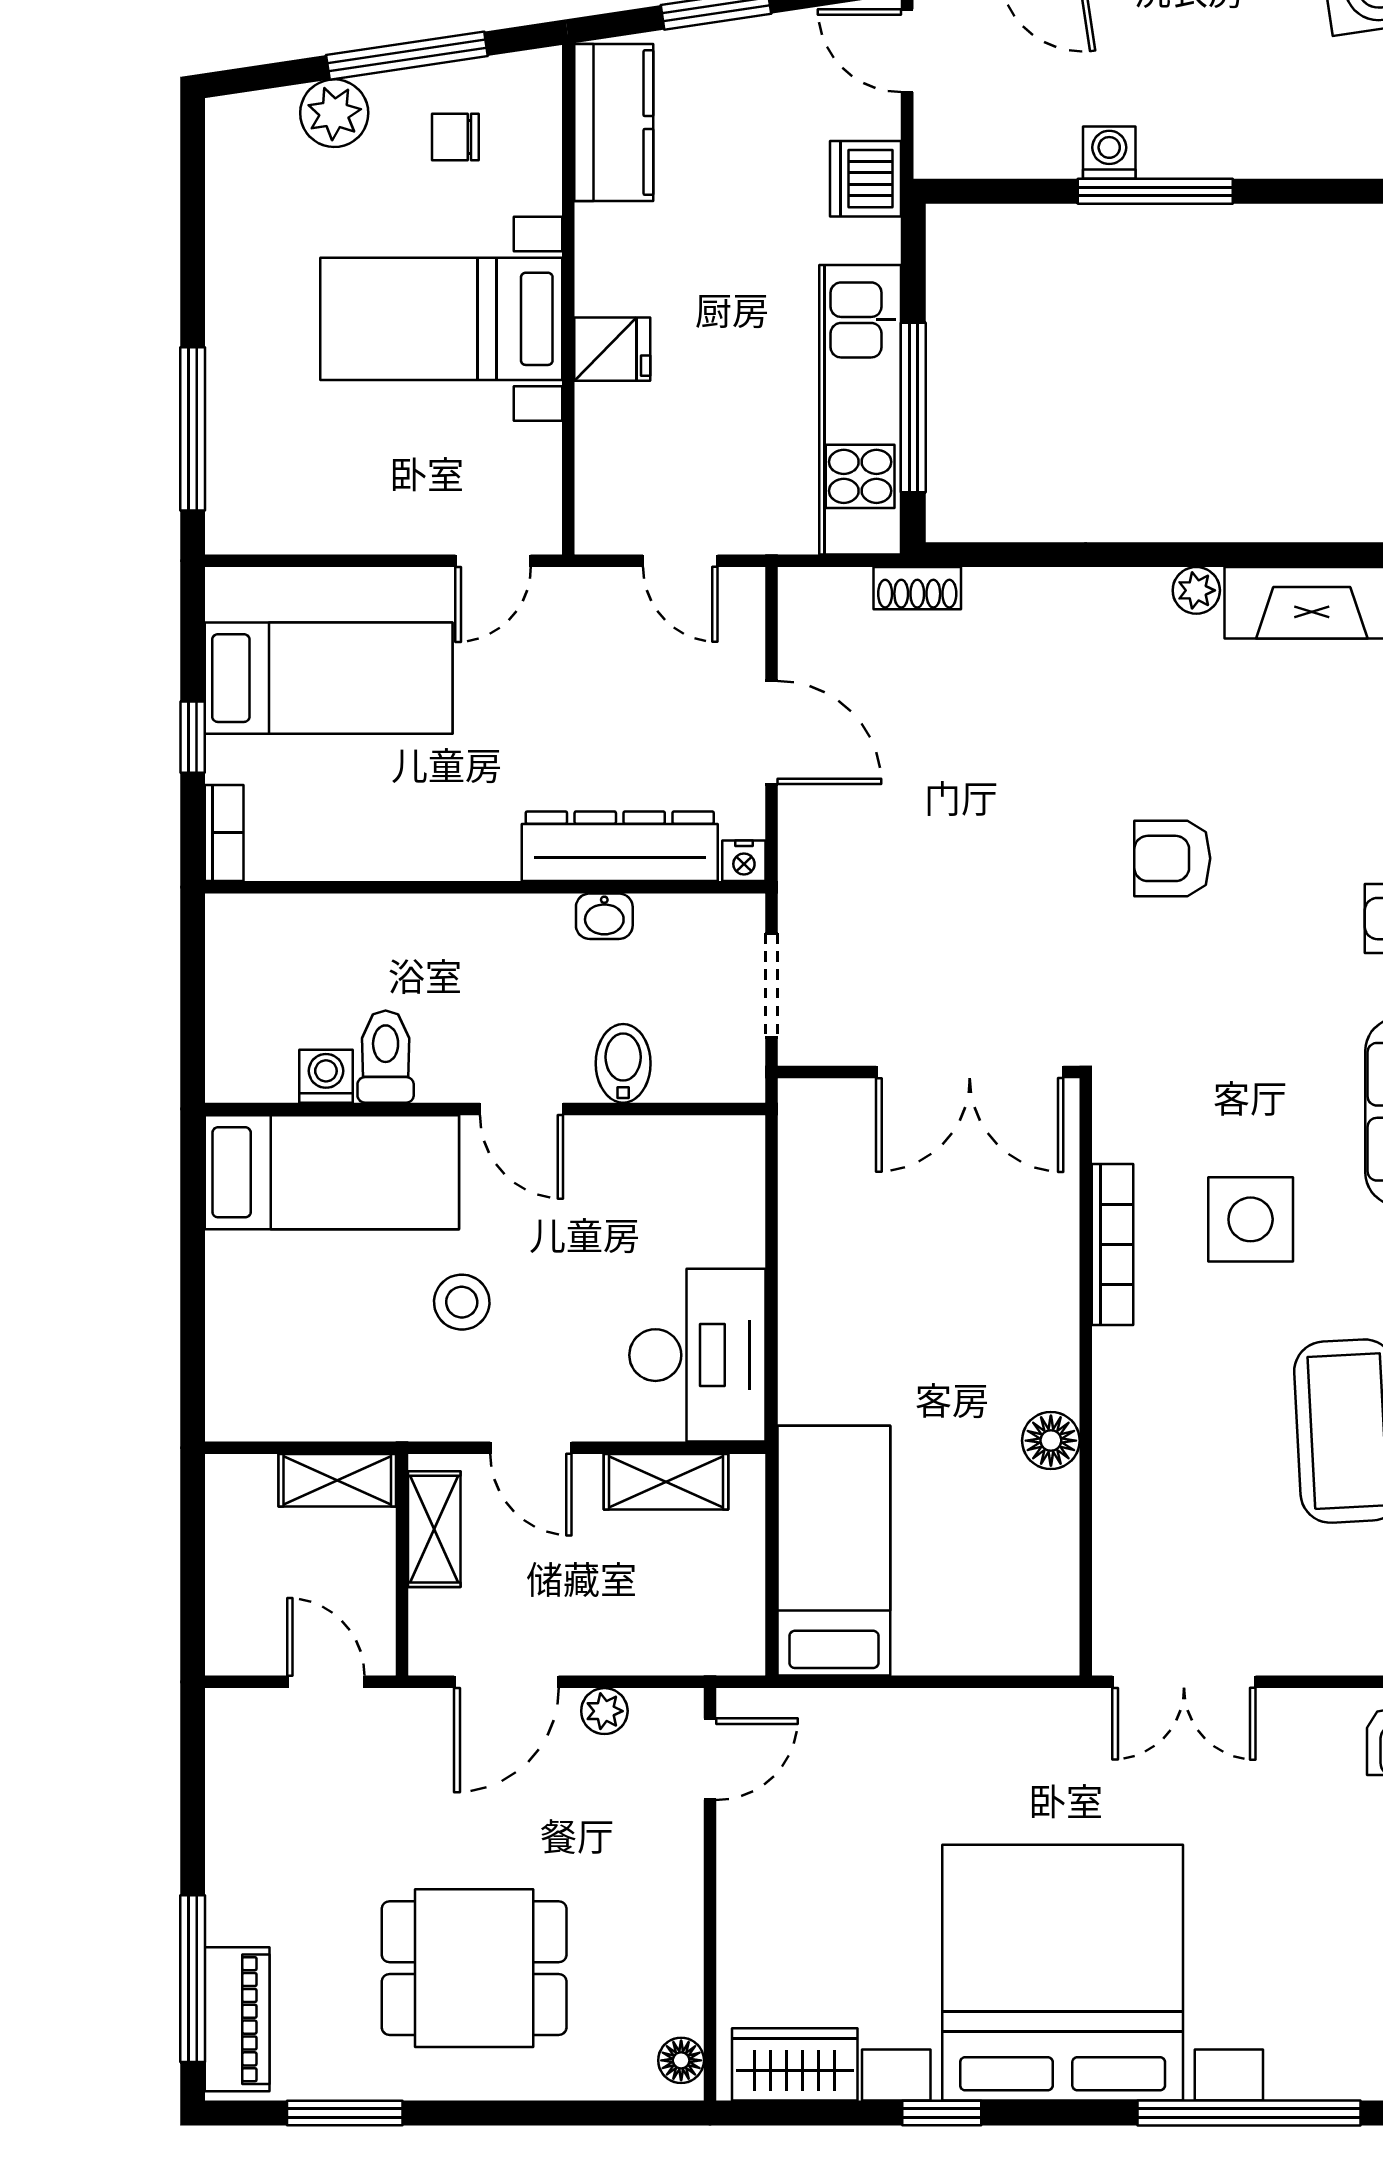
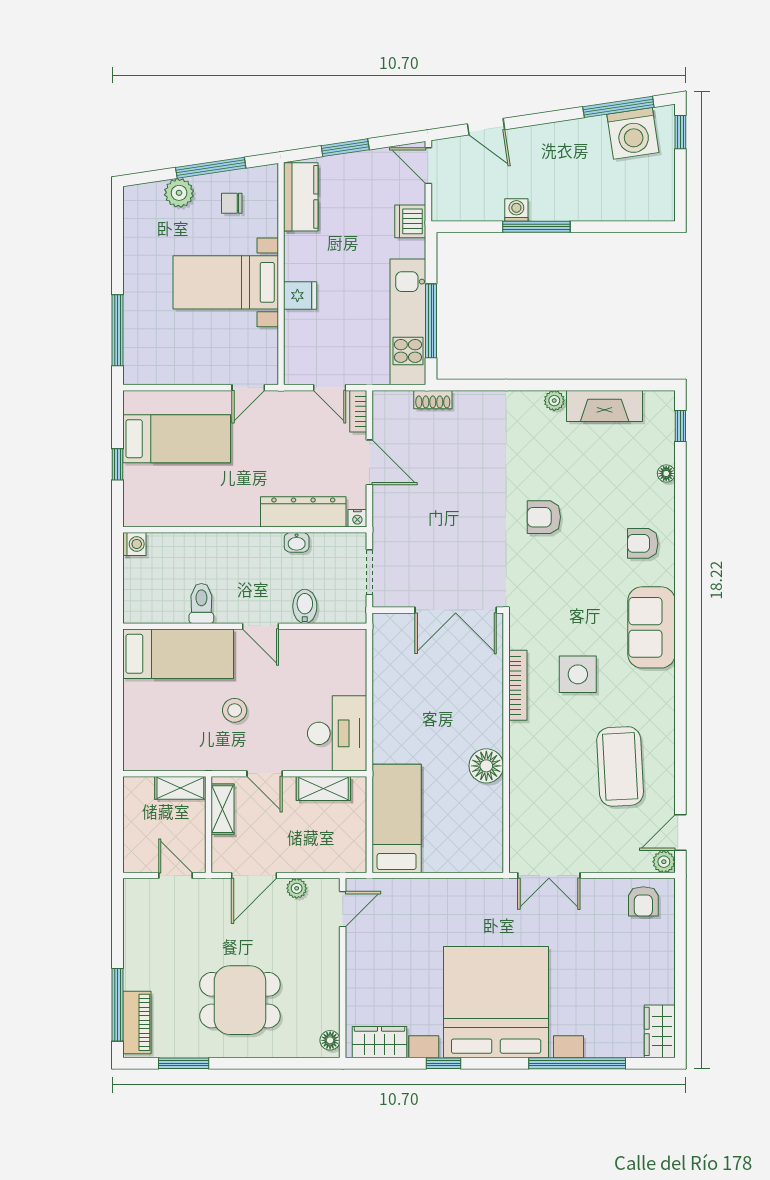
bookcase: (224, 833) -> (358, 411), moved, turned 180
washing machine: (326, 1076) -> (134, 544), moved, turned 90
floor lamp: (1051, 1441) -> (486, 766), width x1.38, depth x1.38

